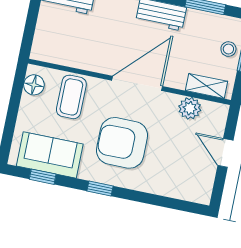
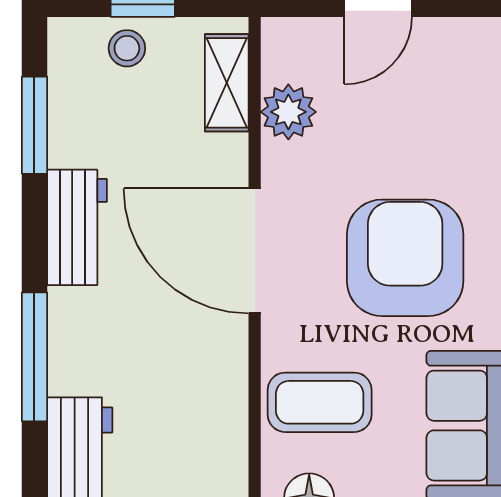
armchair: (122, 143) -> (405, 258), turned 180

